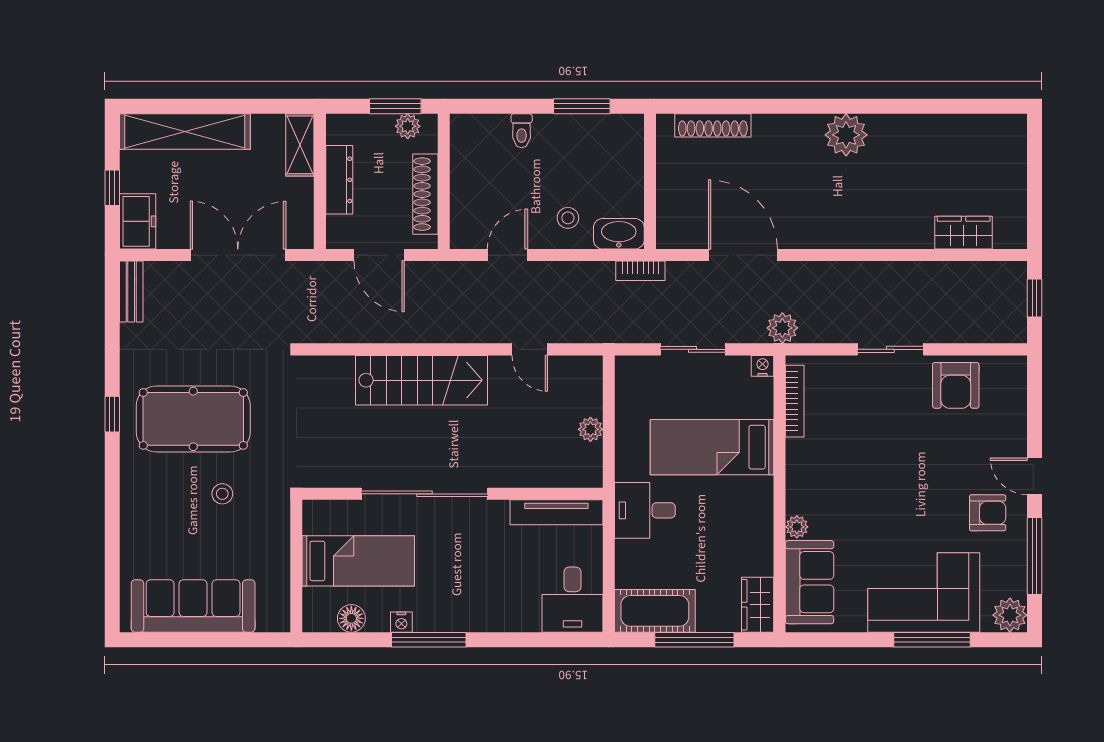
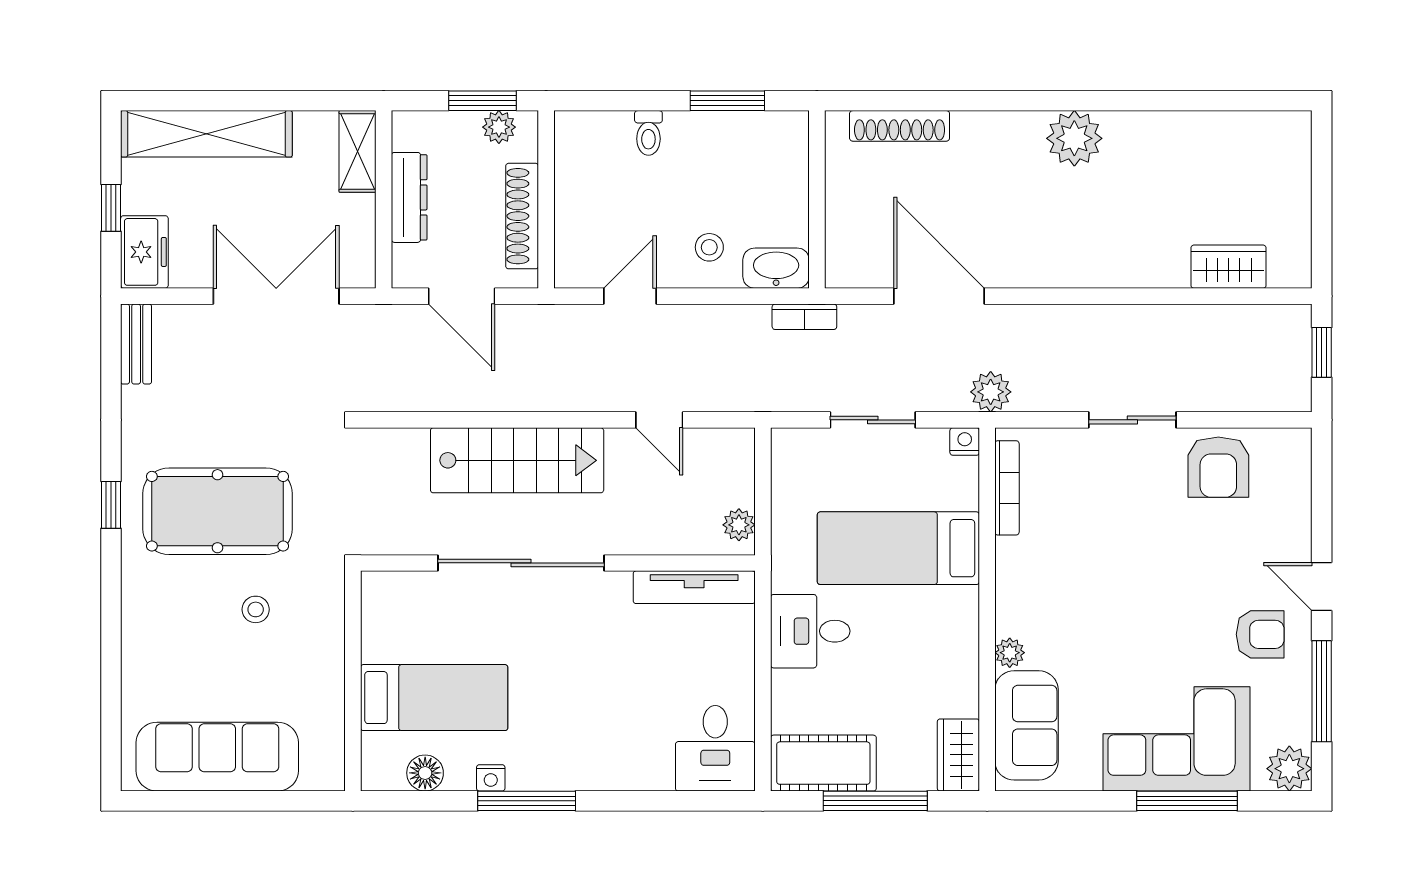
sliding door: (424, 494) -> (521, 563), moved
wall: (452, 494) -> (558, 563), moved
tv unit: (556, 512) -> (694, 587), moved

